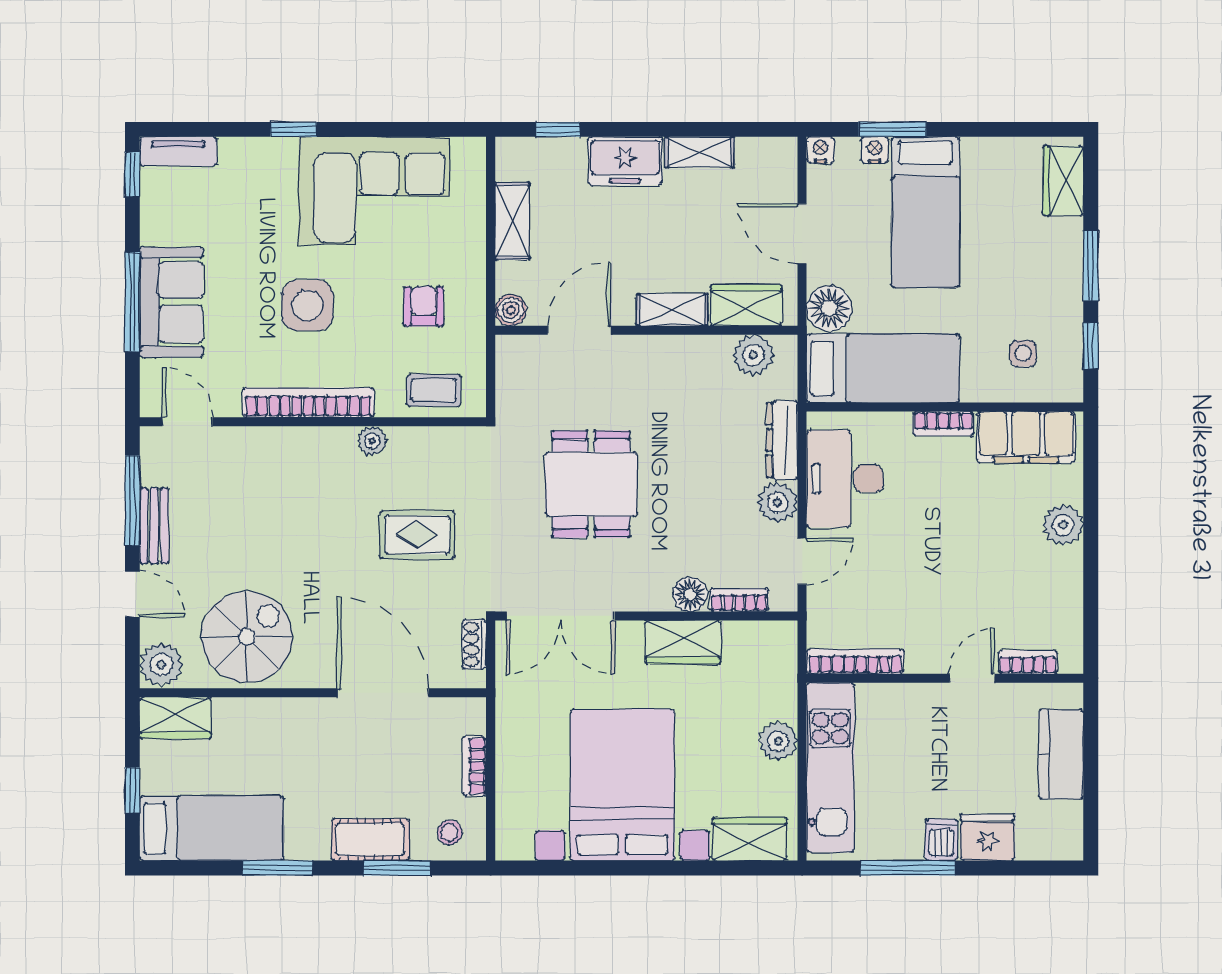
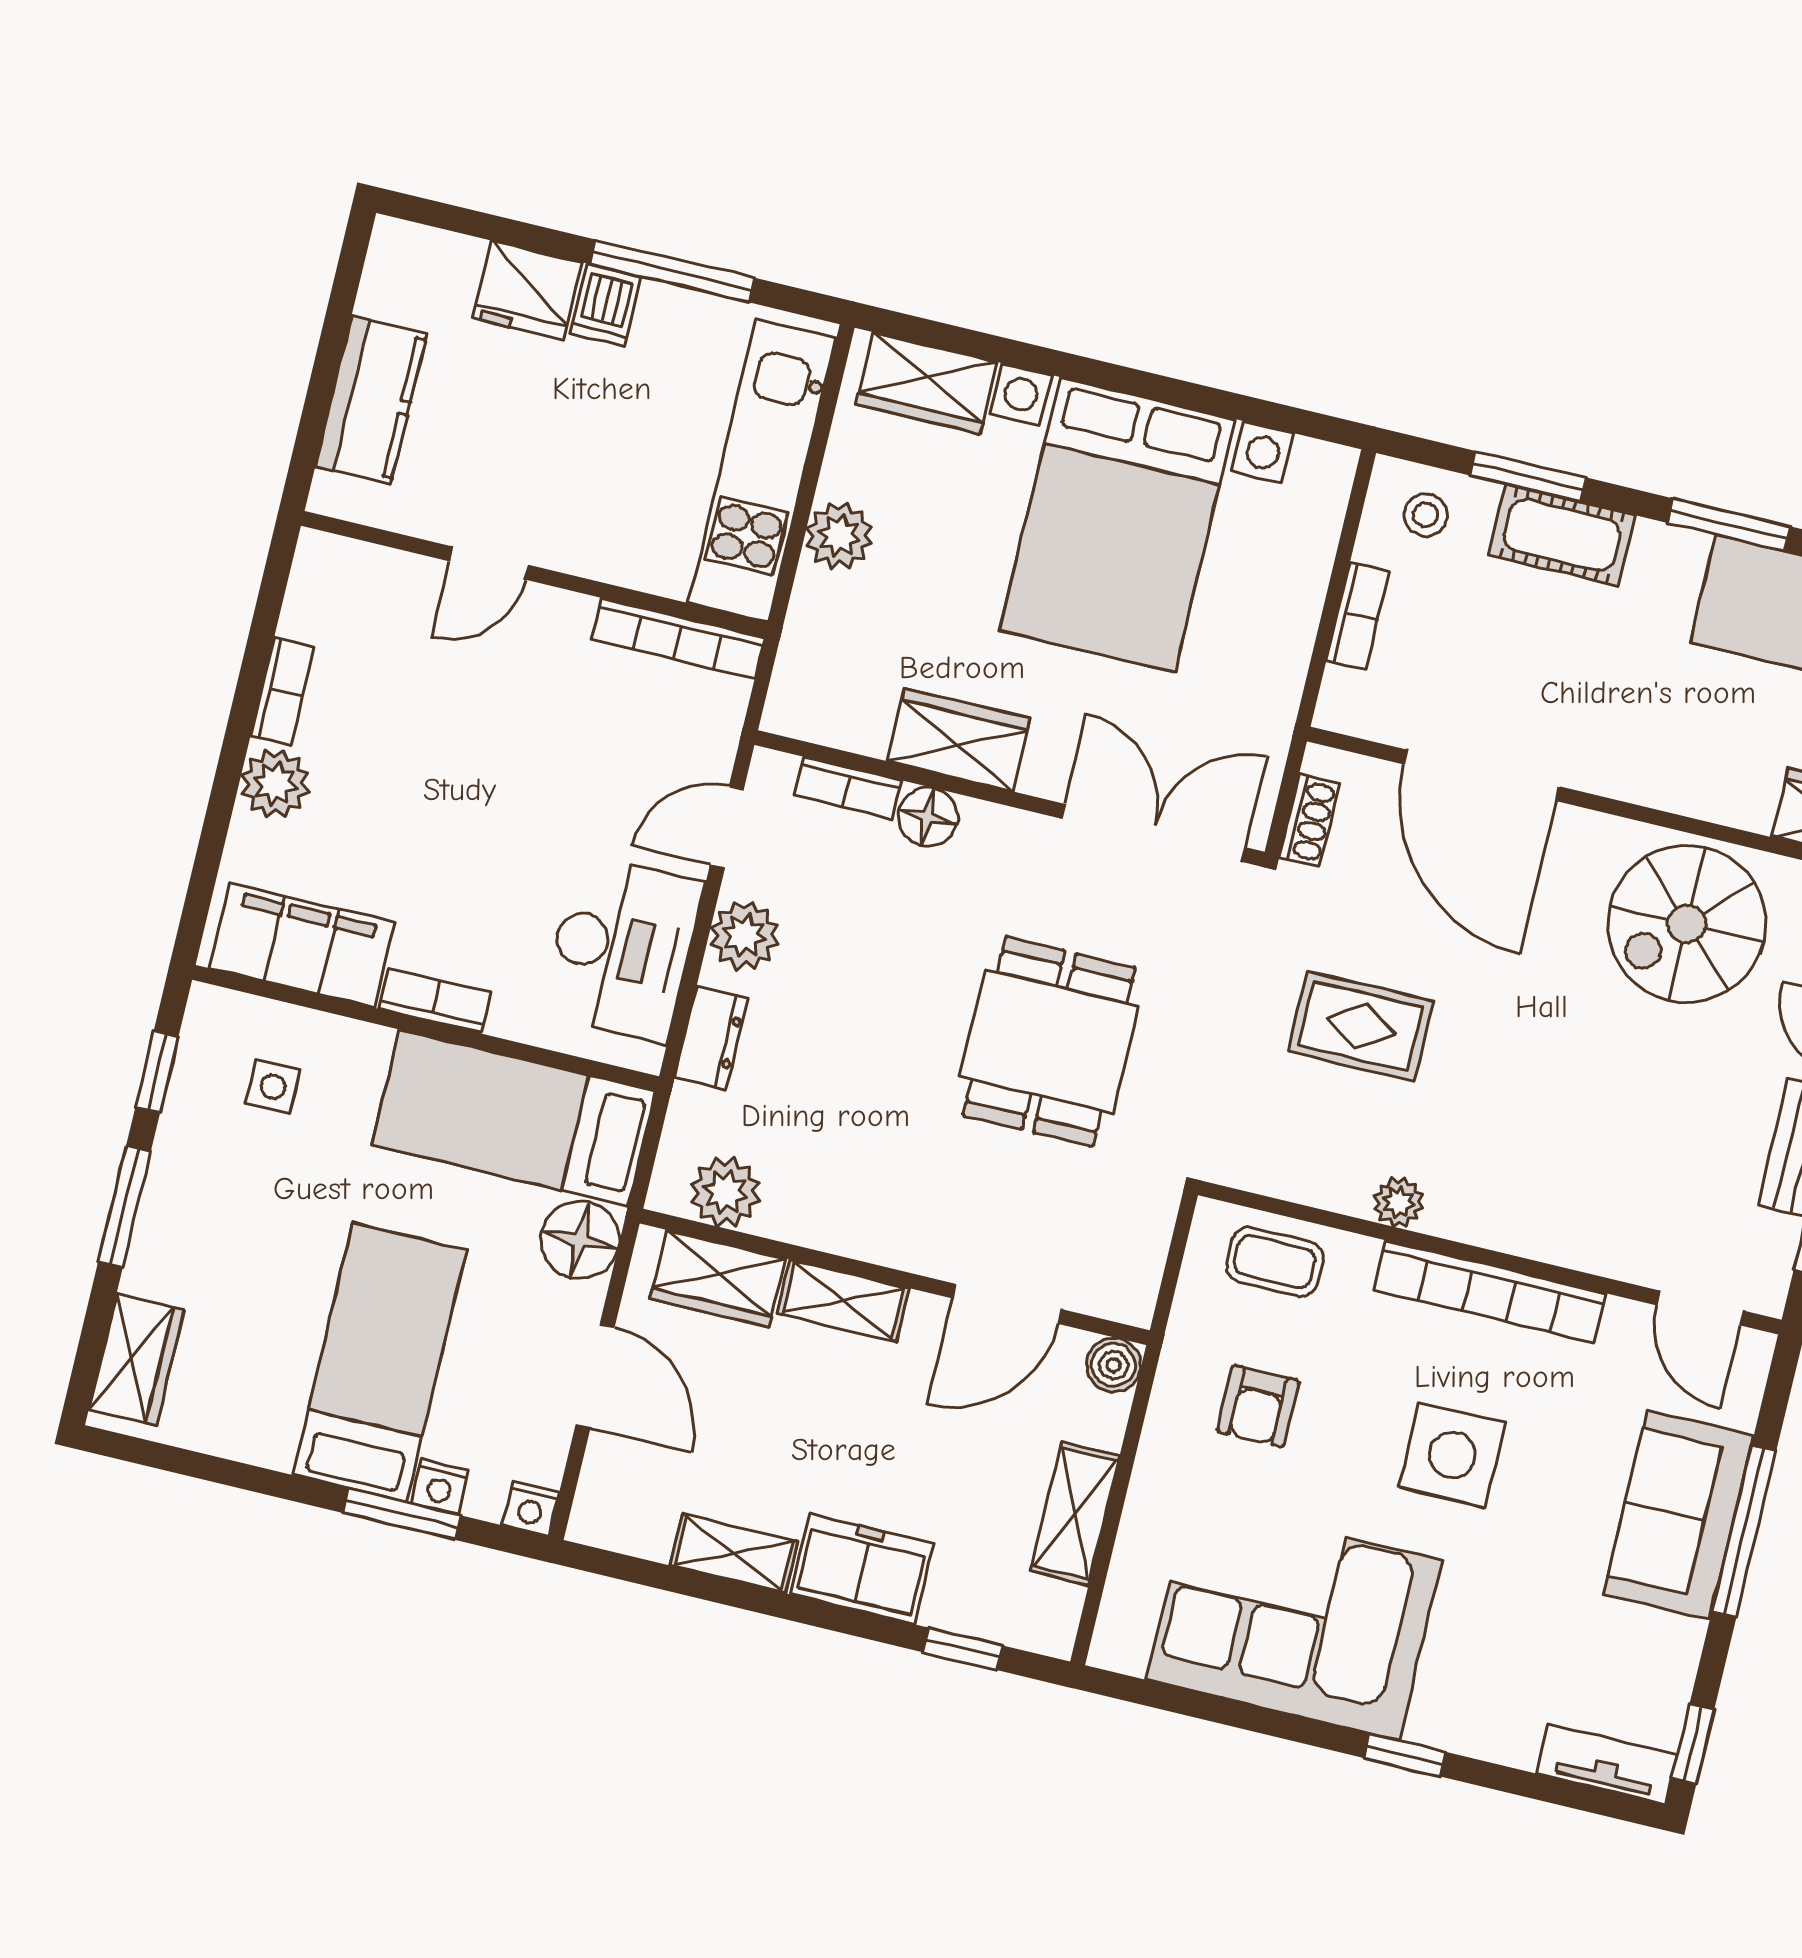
dresser: (782, 440) -> (711, 1038), width x0.70
bookcase: (1028, 662) -> (282, 692), moved, turned -90

